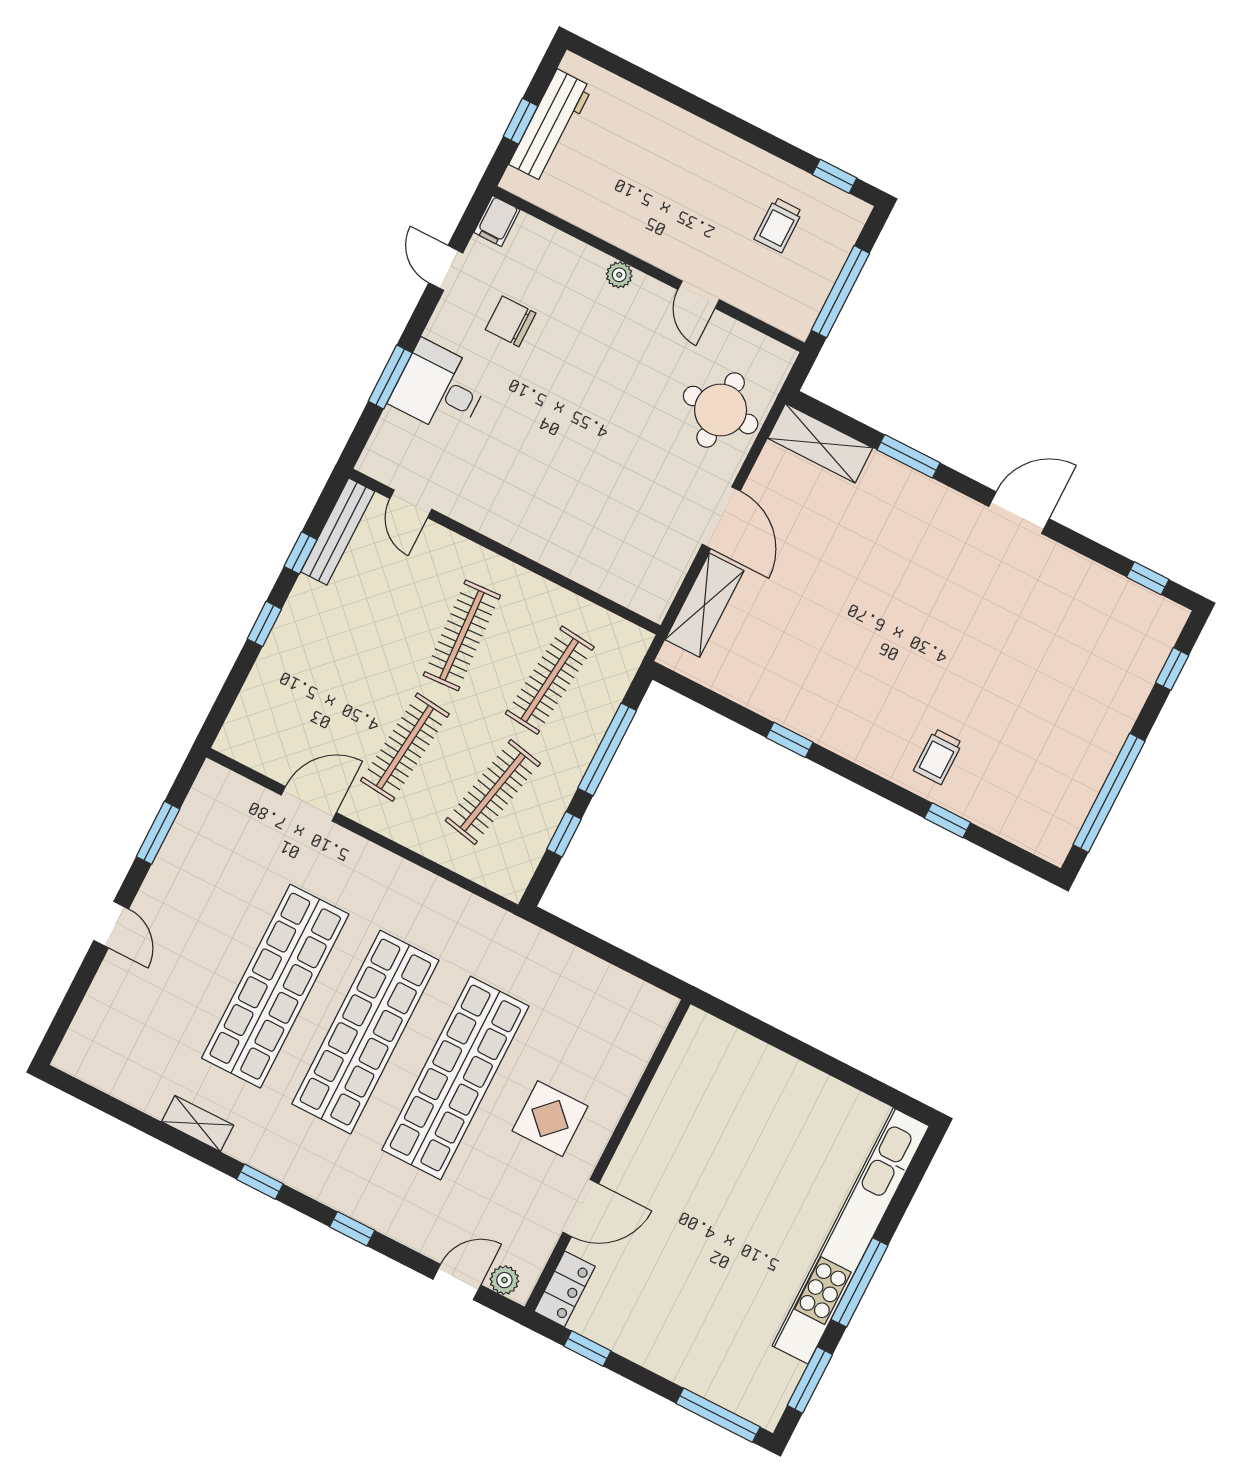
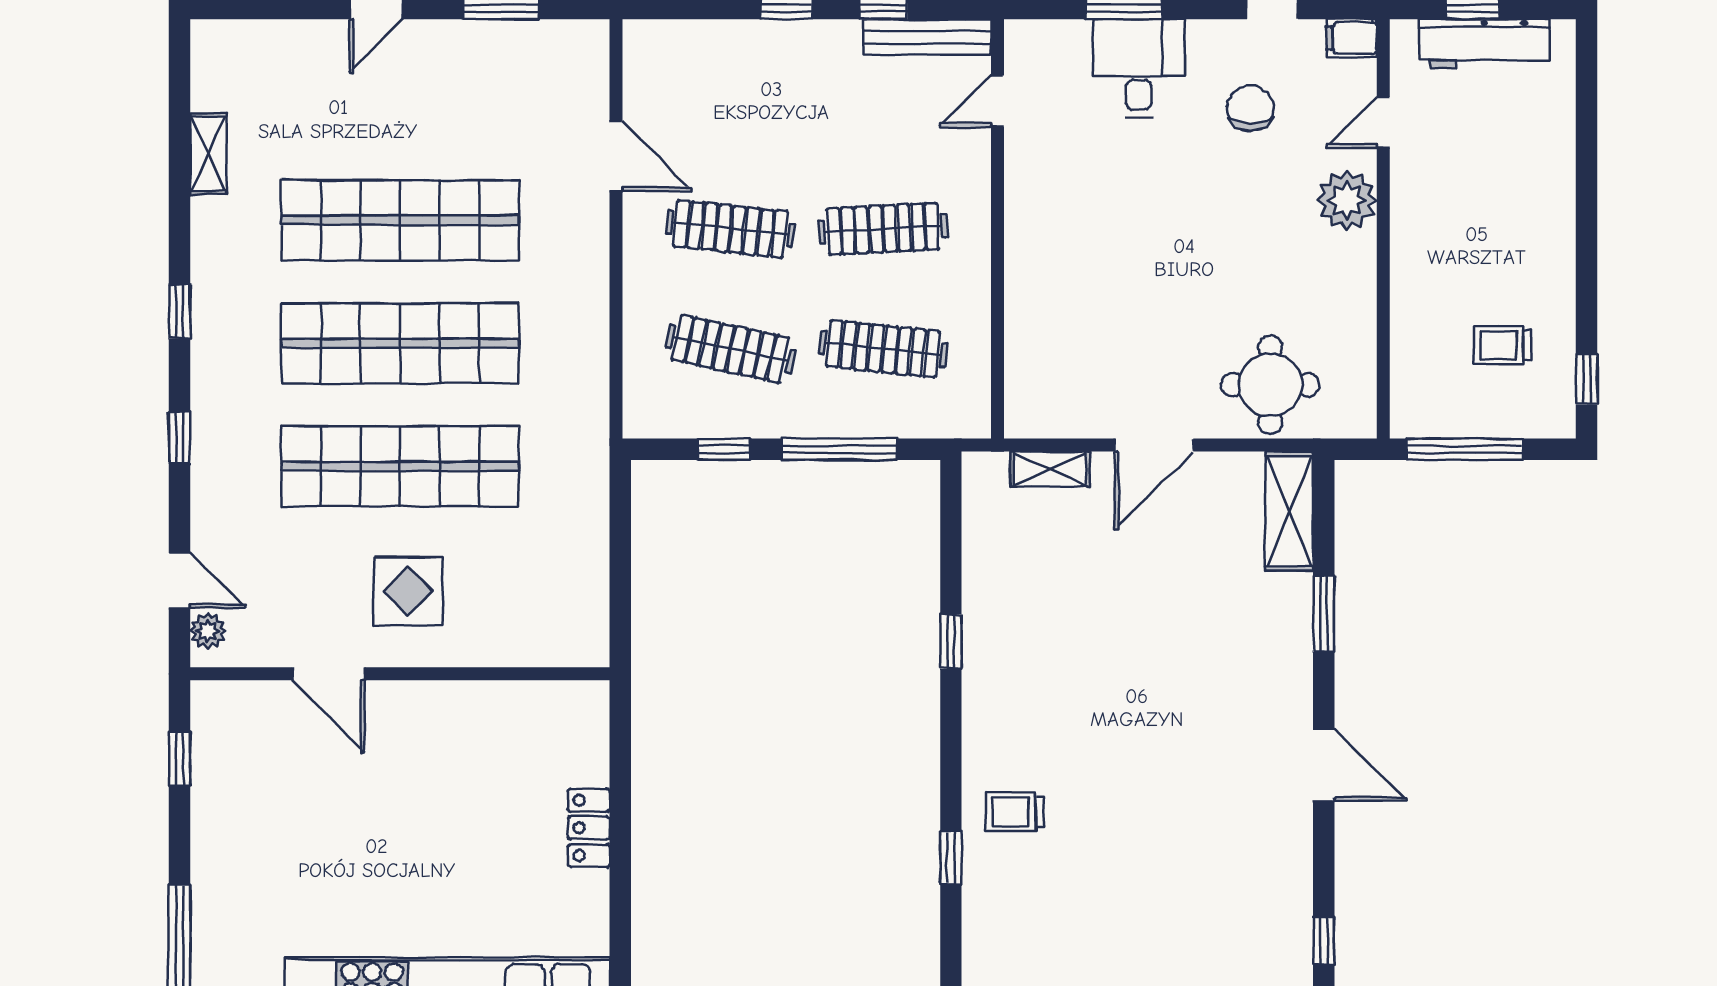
plant: (619, 275) -> (1347, 200), width x1.88, depth x1.88
door: (699, 295) -> (1383, 123), moved
shelving: (704, 605) -> (1050, 469), width x0.67, depth x0.75
shelving: (198, 1123) -> (208, 154), moved
locker: (565, 1289) -> (589, 828), moved, turned 90

